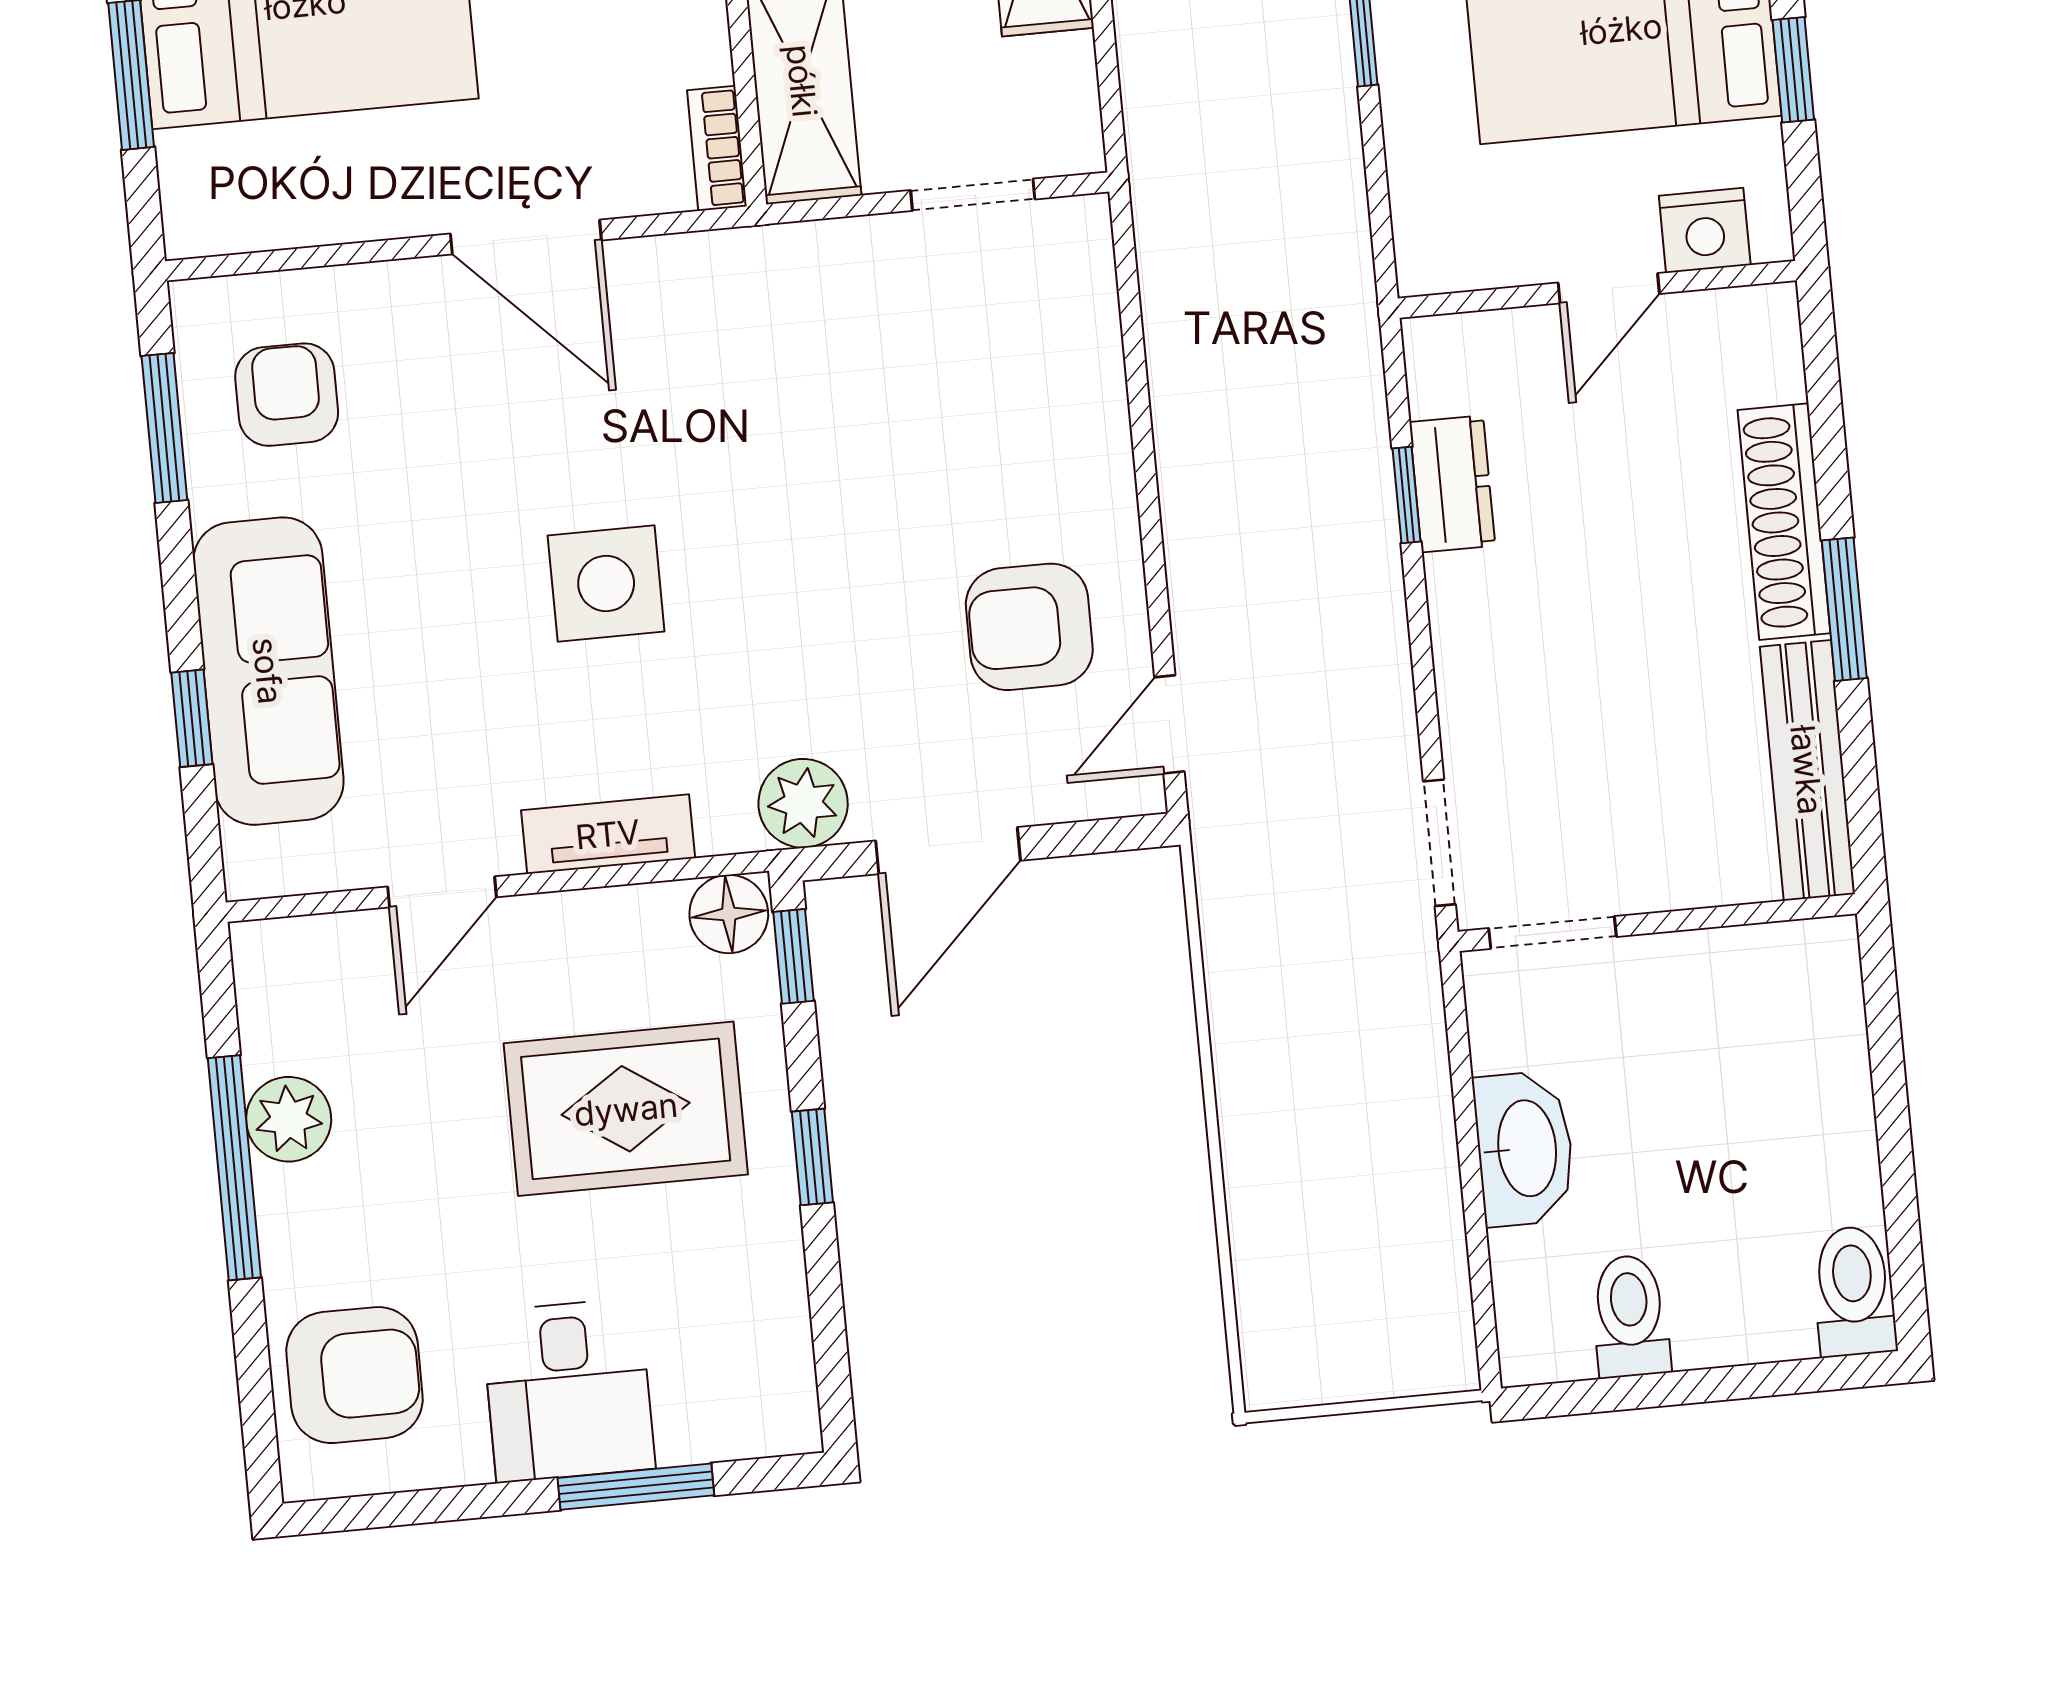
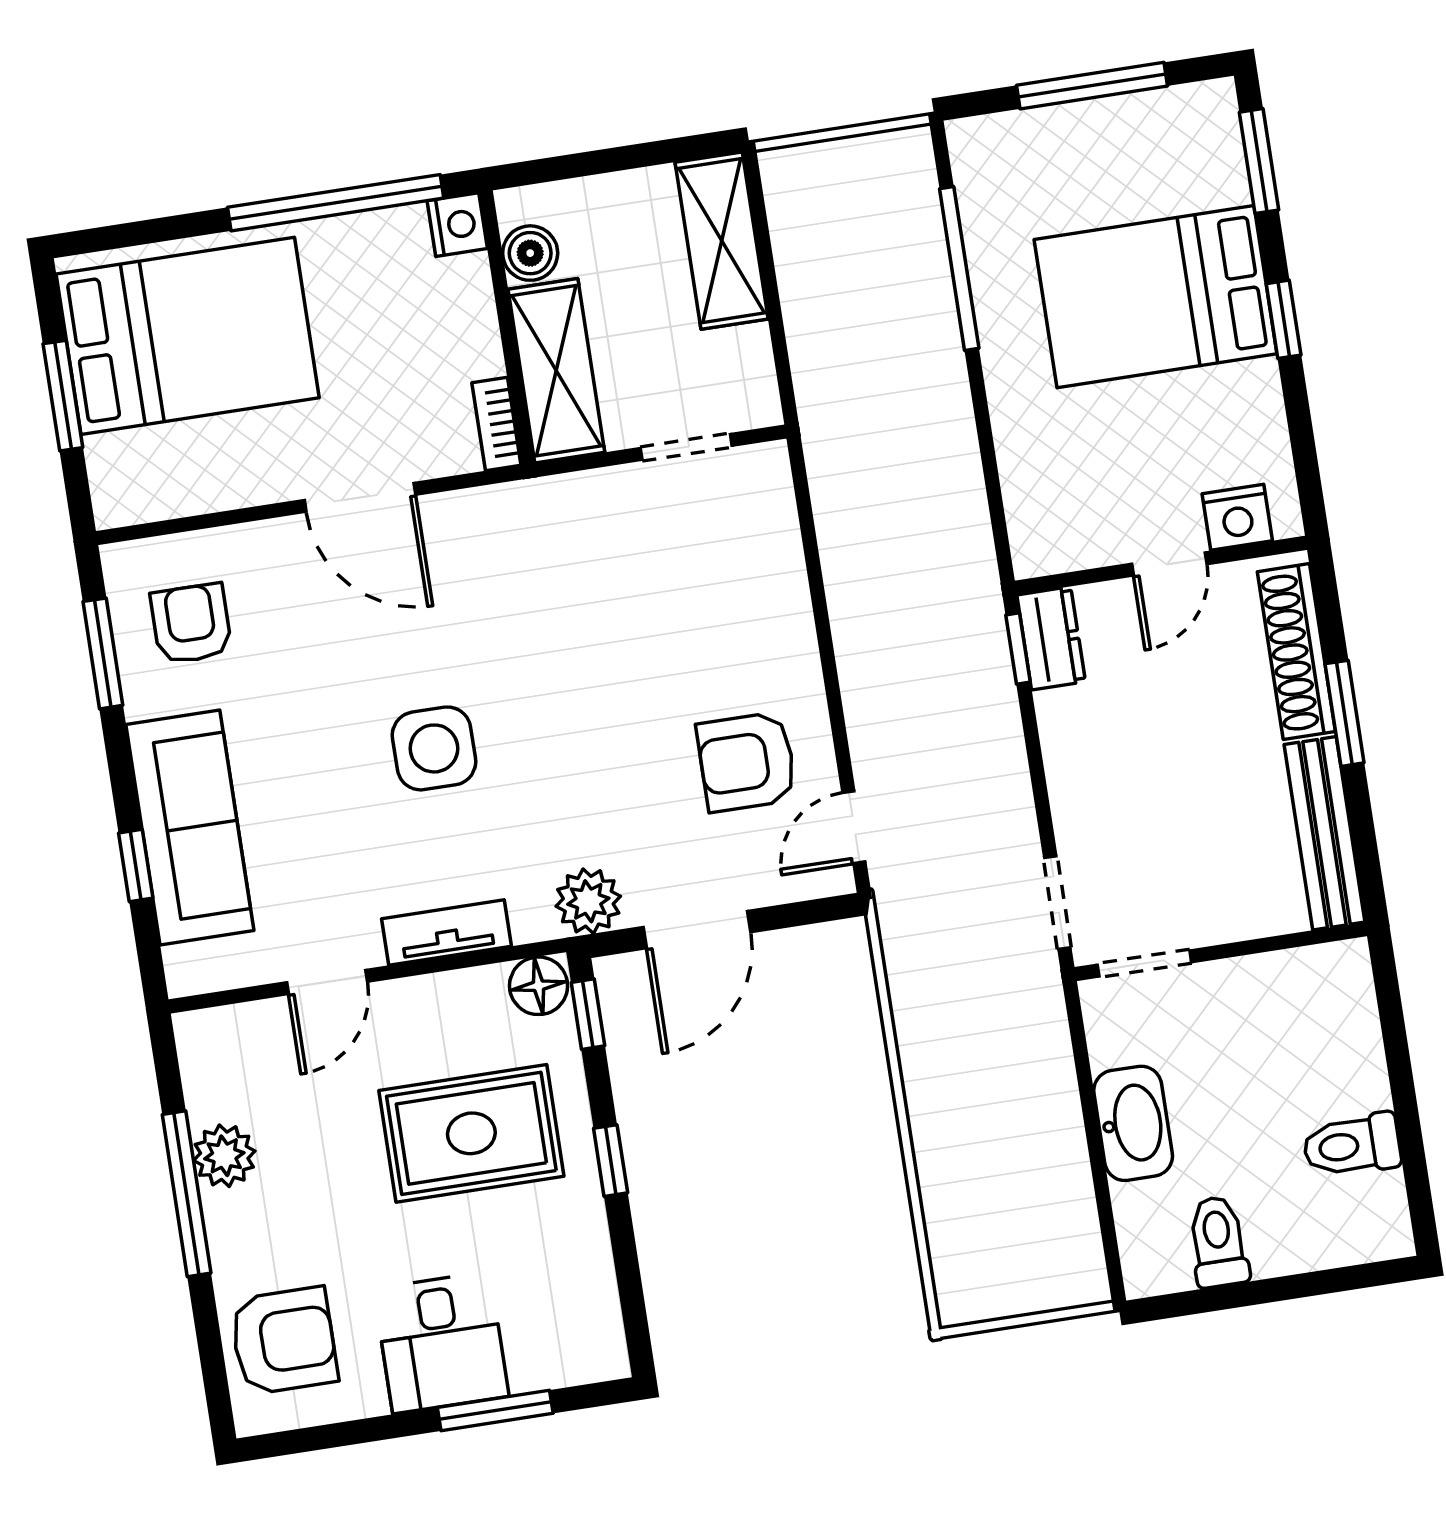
nightstand: (1705, 230) -> (1237, 517), moved
door: (1609, 288) -> (1169, 564), moved
wall: (1597, 289) -> (1161, 565), moved
toilet: (1854, 1291) -> (1352, 1145), moved, turned -90

